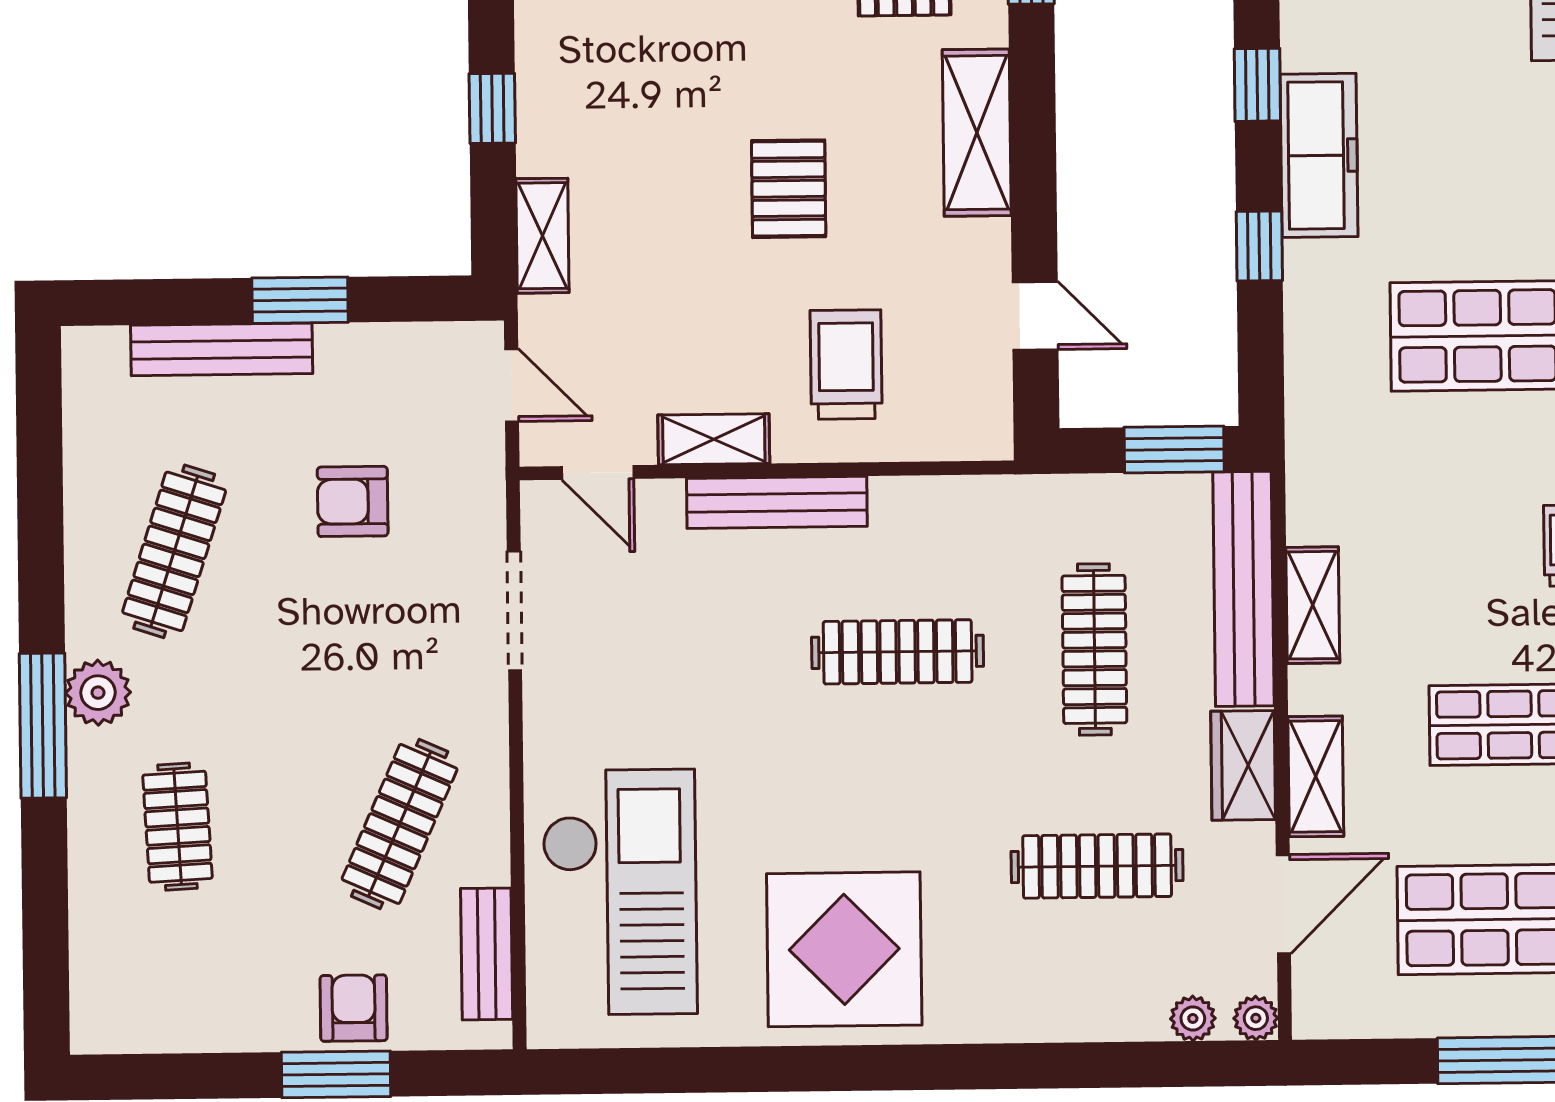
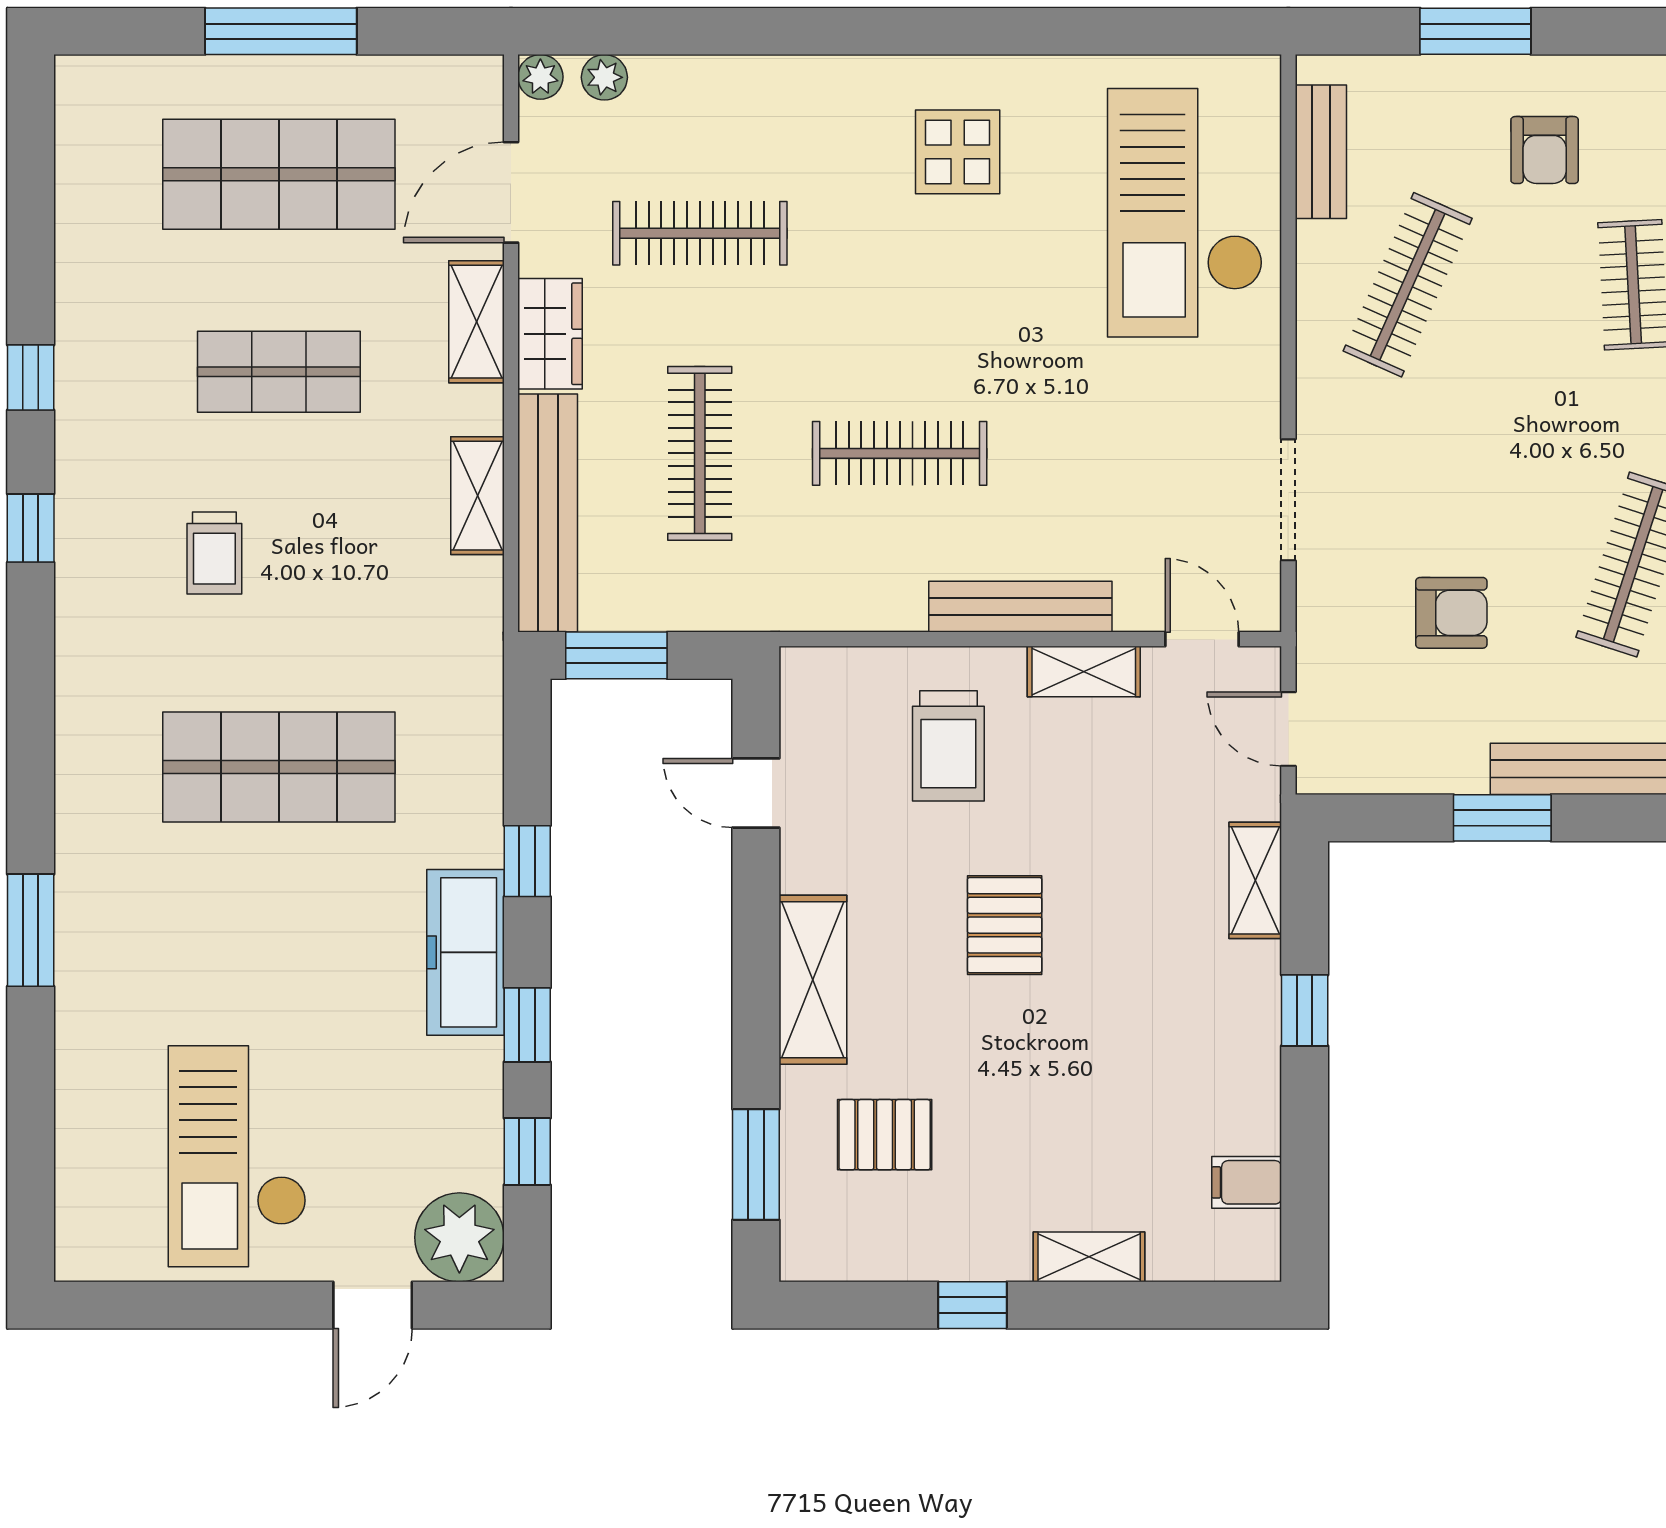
display table: (844, 949) -> (958, 152), width x0.54, depth x0.54
armchair: (354, 1008) -> (1545, 150), moved

